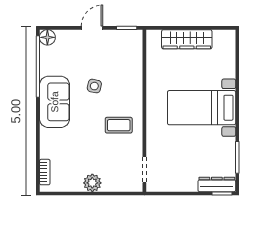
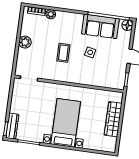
sofa: (55, 102) -> (100, 26), moved
coffee table: (119, 125) -> (63, 53), moved
plant: (47, 151) -> (51, 14), added

